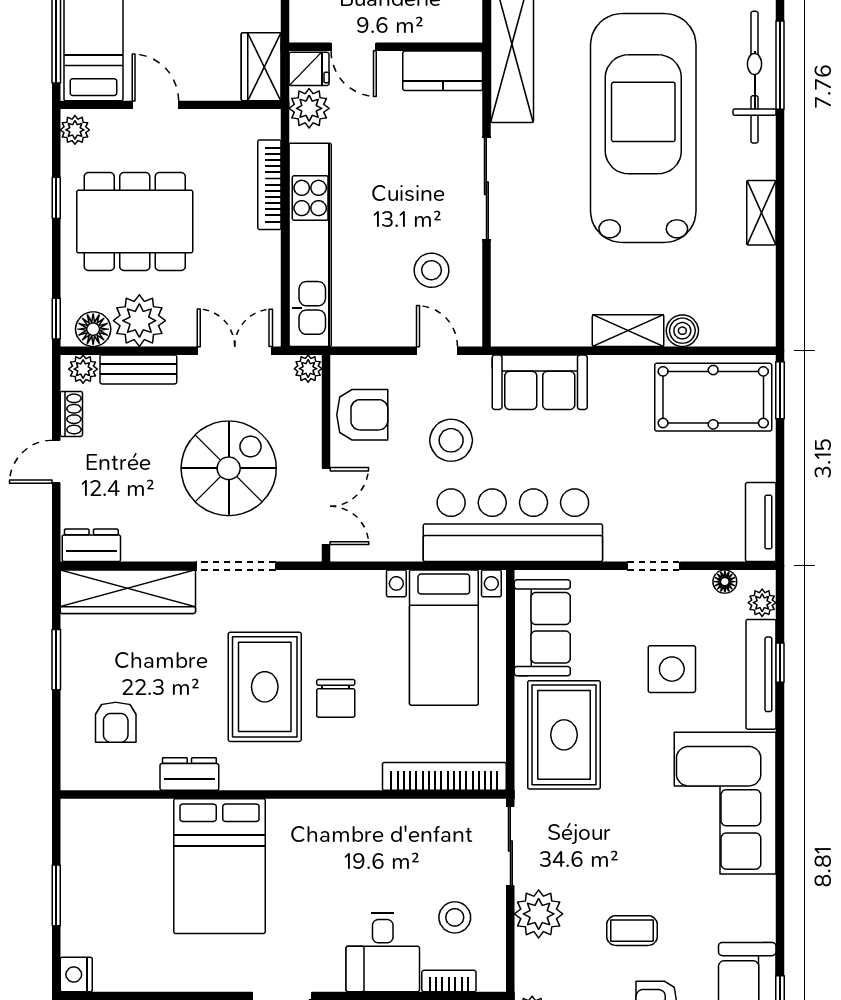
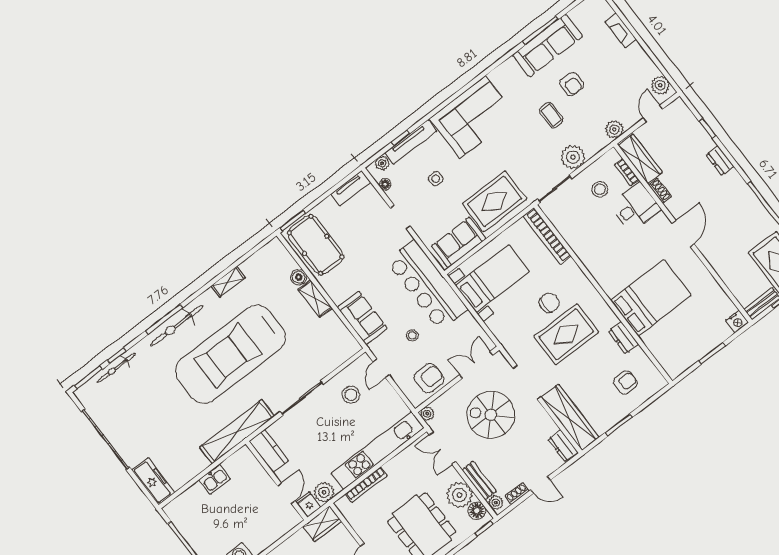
armchair: (362, 415) -> (429, 378), turned 90
stool: (451, 440) -> (412, 335), width x0.53, depth x0.53
side table: (672, 669) -> (436, 179), width x0.54, depth x0.54

